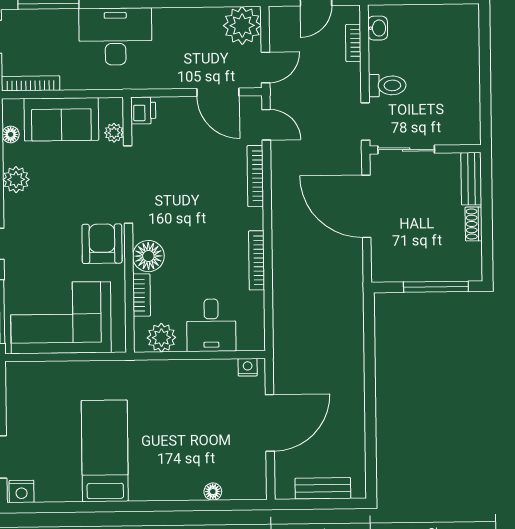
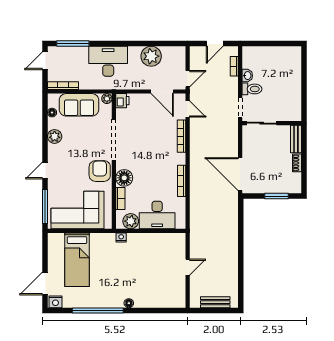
plant: (242, 25) -> (151, 56), moved
washbasin: (378, 28) -> (247, 76), moved
plant: (114, 133) -> (107, 99), moved
door: (366, 206) -> (240, 174), moved
window: (436, 287) -> (277, 196), width x0.69
desk: (211, 325) -> (157, 215), width x1.37
nightstand: (248, 367) -> (121, 238), moved
door: (270, 423) -> (188, 267), width x0.53
bed: (105, 451) -> (77, 260), moved, turned 180
floor lamp: (213, 492) -> (129, 303), moved
window: (101, 507) -> (98, 310), added

